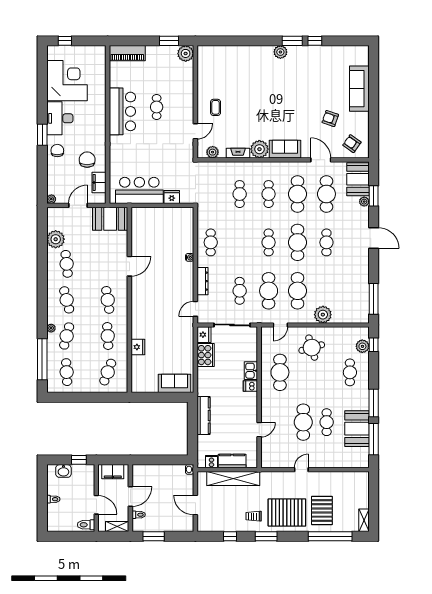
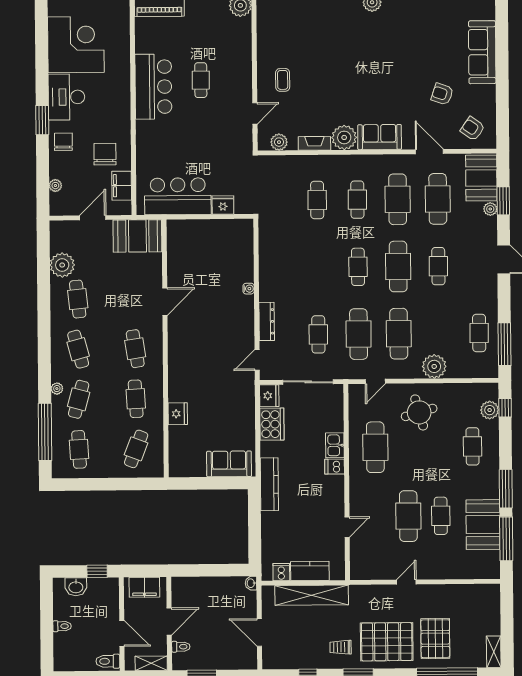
plant: (51, 199) -> (55, 186), moved
cafe table: (211, 242) -> (479, 333), moved
kitchen counter: (203, 415) -> (269, 484), moved

